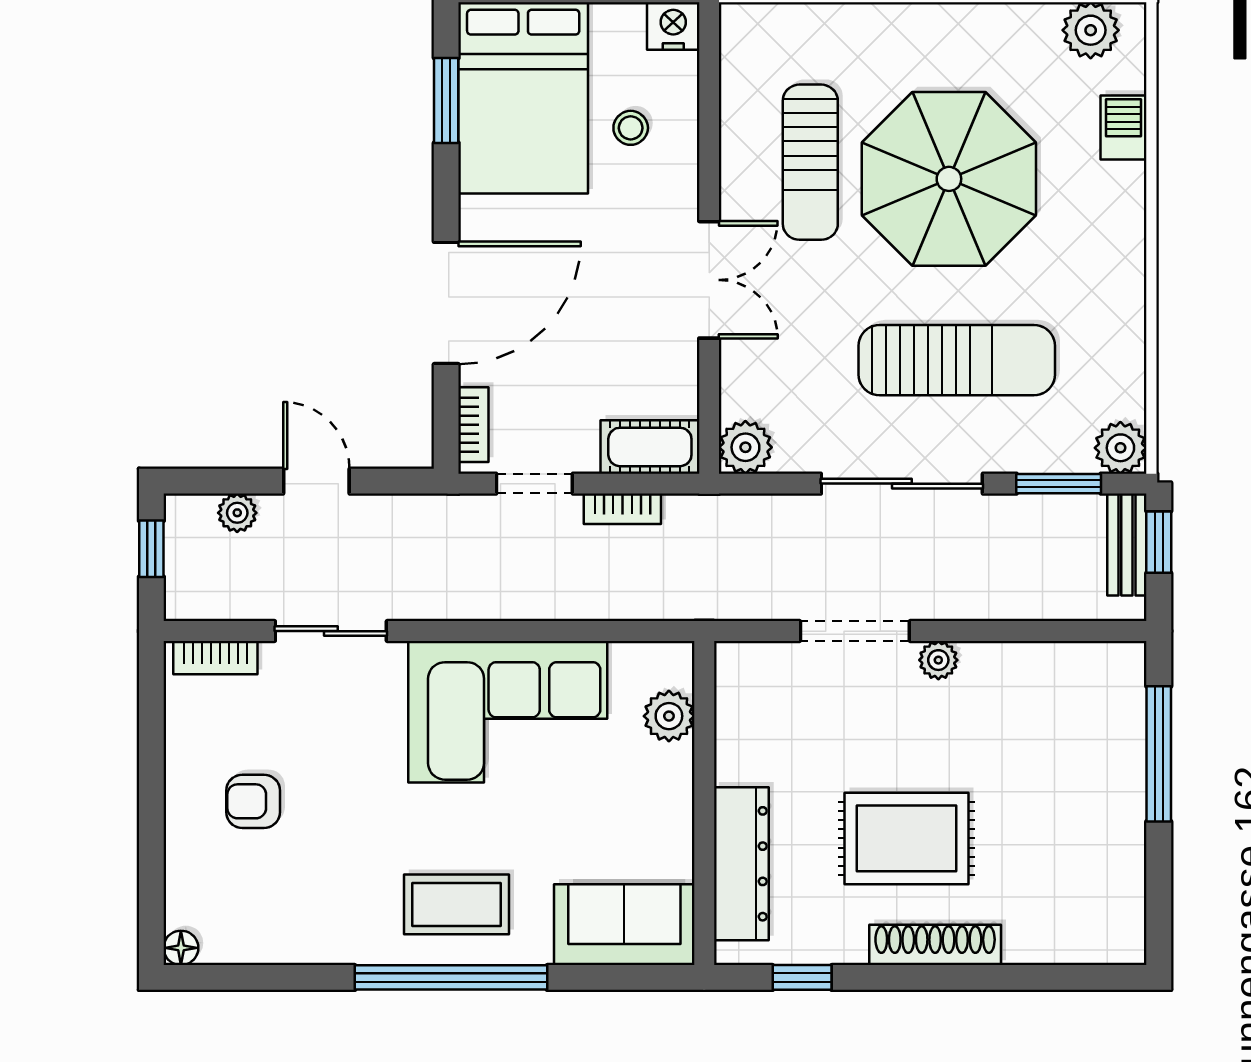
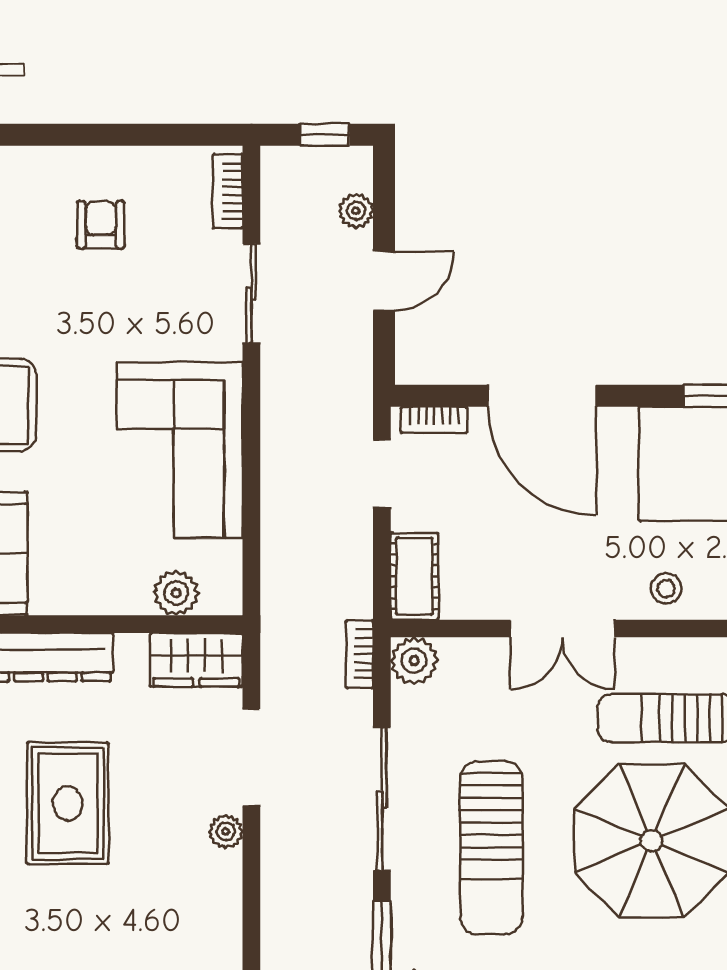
stool: (631, 128) -> (666, 589), moved
bookcase: (622, 509) -> (360, 654), moved
wardrobe: (744, 693) -> (196, 660), added

